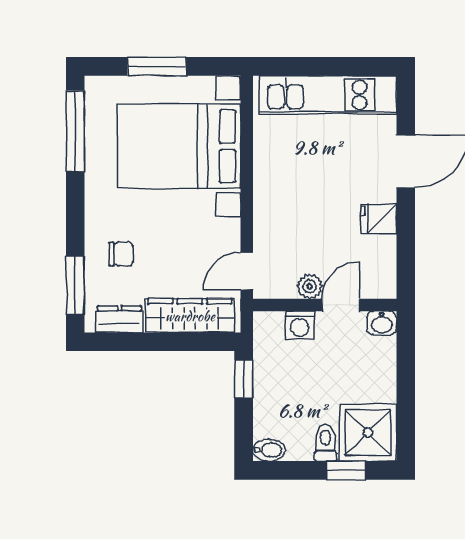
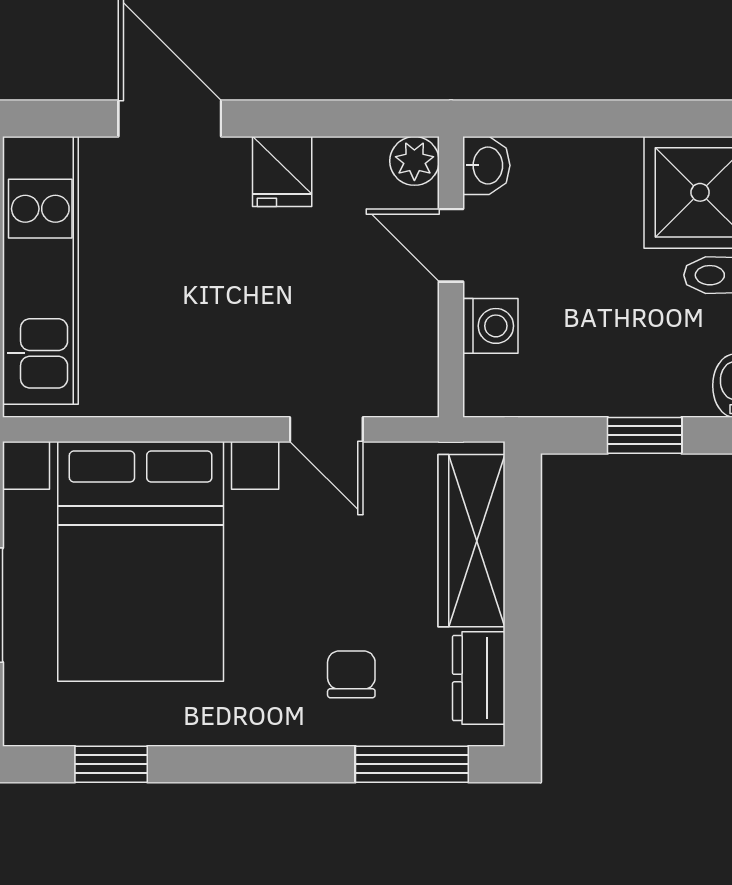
window: (75, 131) -> (111, 764), width x0.46
door: (247, 271) -> (326, 429), moved
plant: (310, 286) -> (414, 161), moved
window: (244, 379) -> (645, 435), moved

